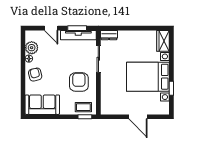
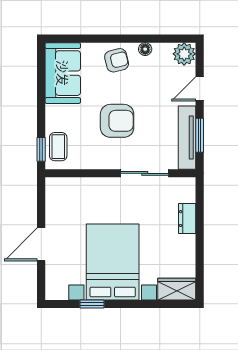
dresser: (109, 35) -> (187, 219), moved
plant: (32, 48) -> (184, 54), moved
armchair: (79, 82) -> (117, 121), moved

